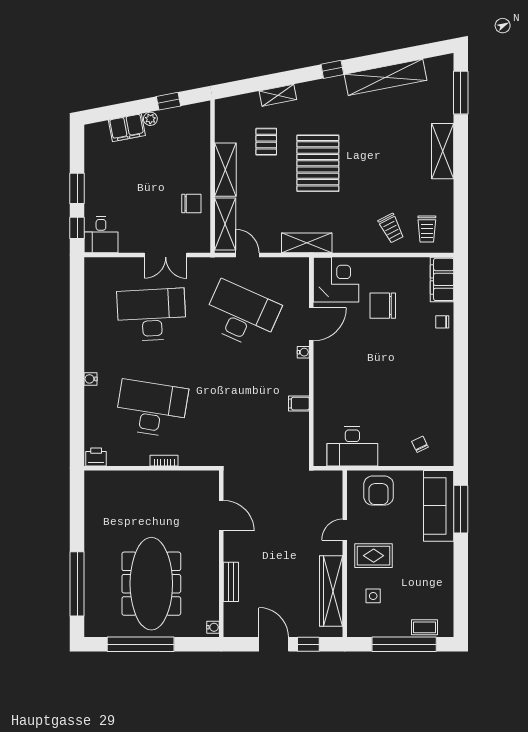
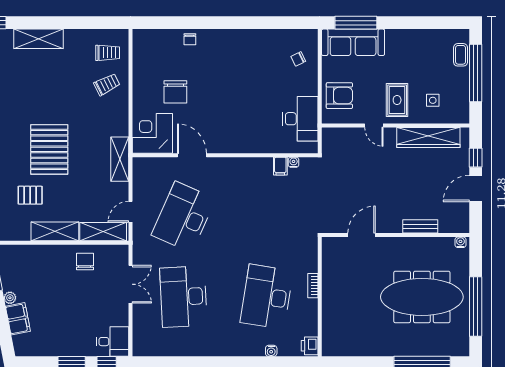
pallet: (318, 163) -> (49, 149), turned 90
filing cabinet: (442, 279) -> (152, 39), removed
water cooler: (303, 352) -> (294, 162), moved
water cooler: (90, 379) -> (271, 351), moved
filing cabinet: (299, 404) -> (280, 166), moved

